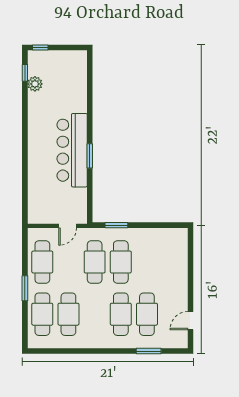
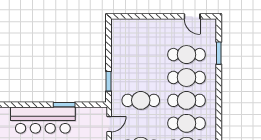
window: (90, 156) -> (64, 105), moved
door: (68, 226) -> (109, 124), hinge flipped
cafe table: (121, 262) -> (186, 100), moved

